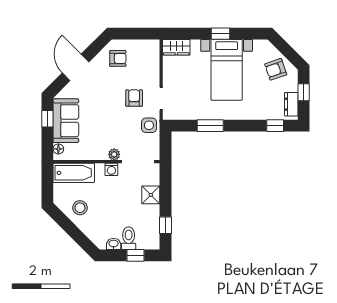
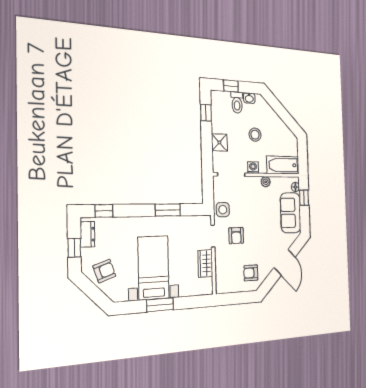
window: (221, 34) -> (160, 305), width x1.50
wardrobe: (176, 47) -> (205, 263), moved, turned -90
window: (47, 119) -> (304, 198), moved
plant: (114, 154) -> (266, 182), moved
stool: (80, 208) -> (255, 135), moved

